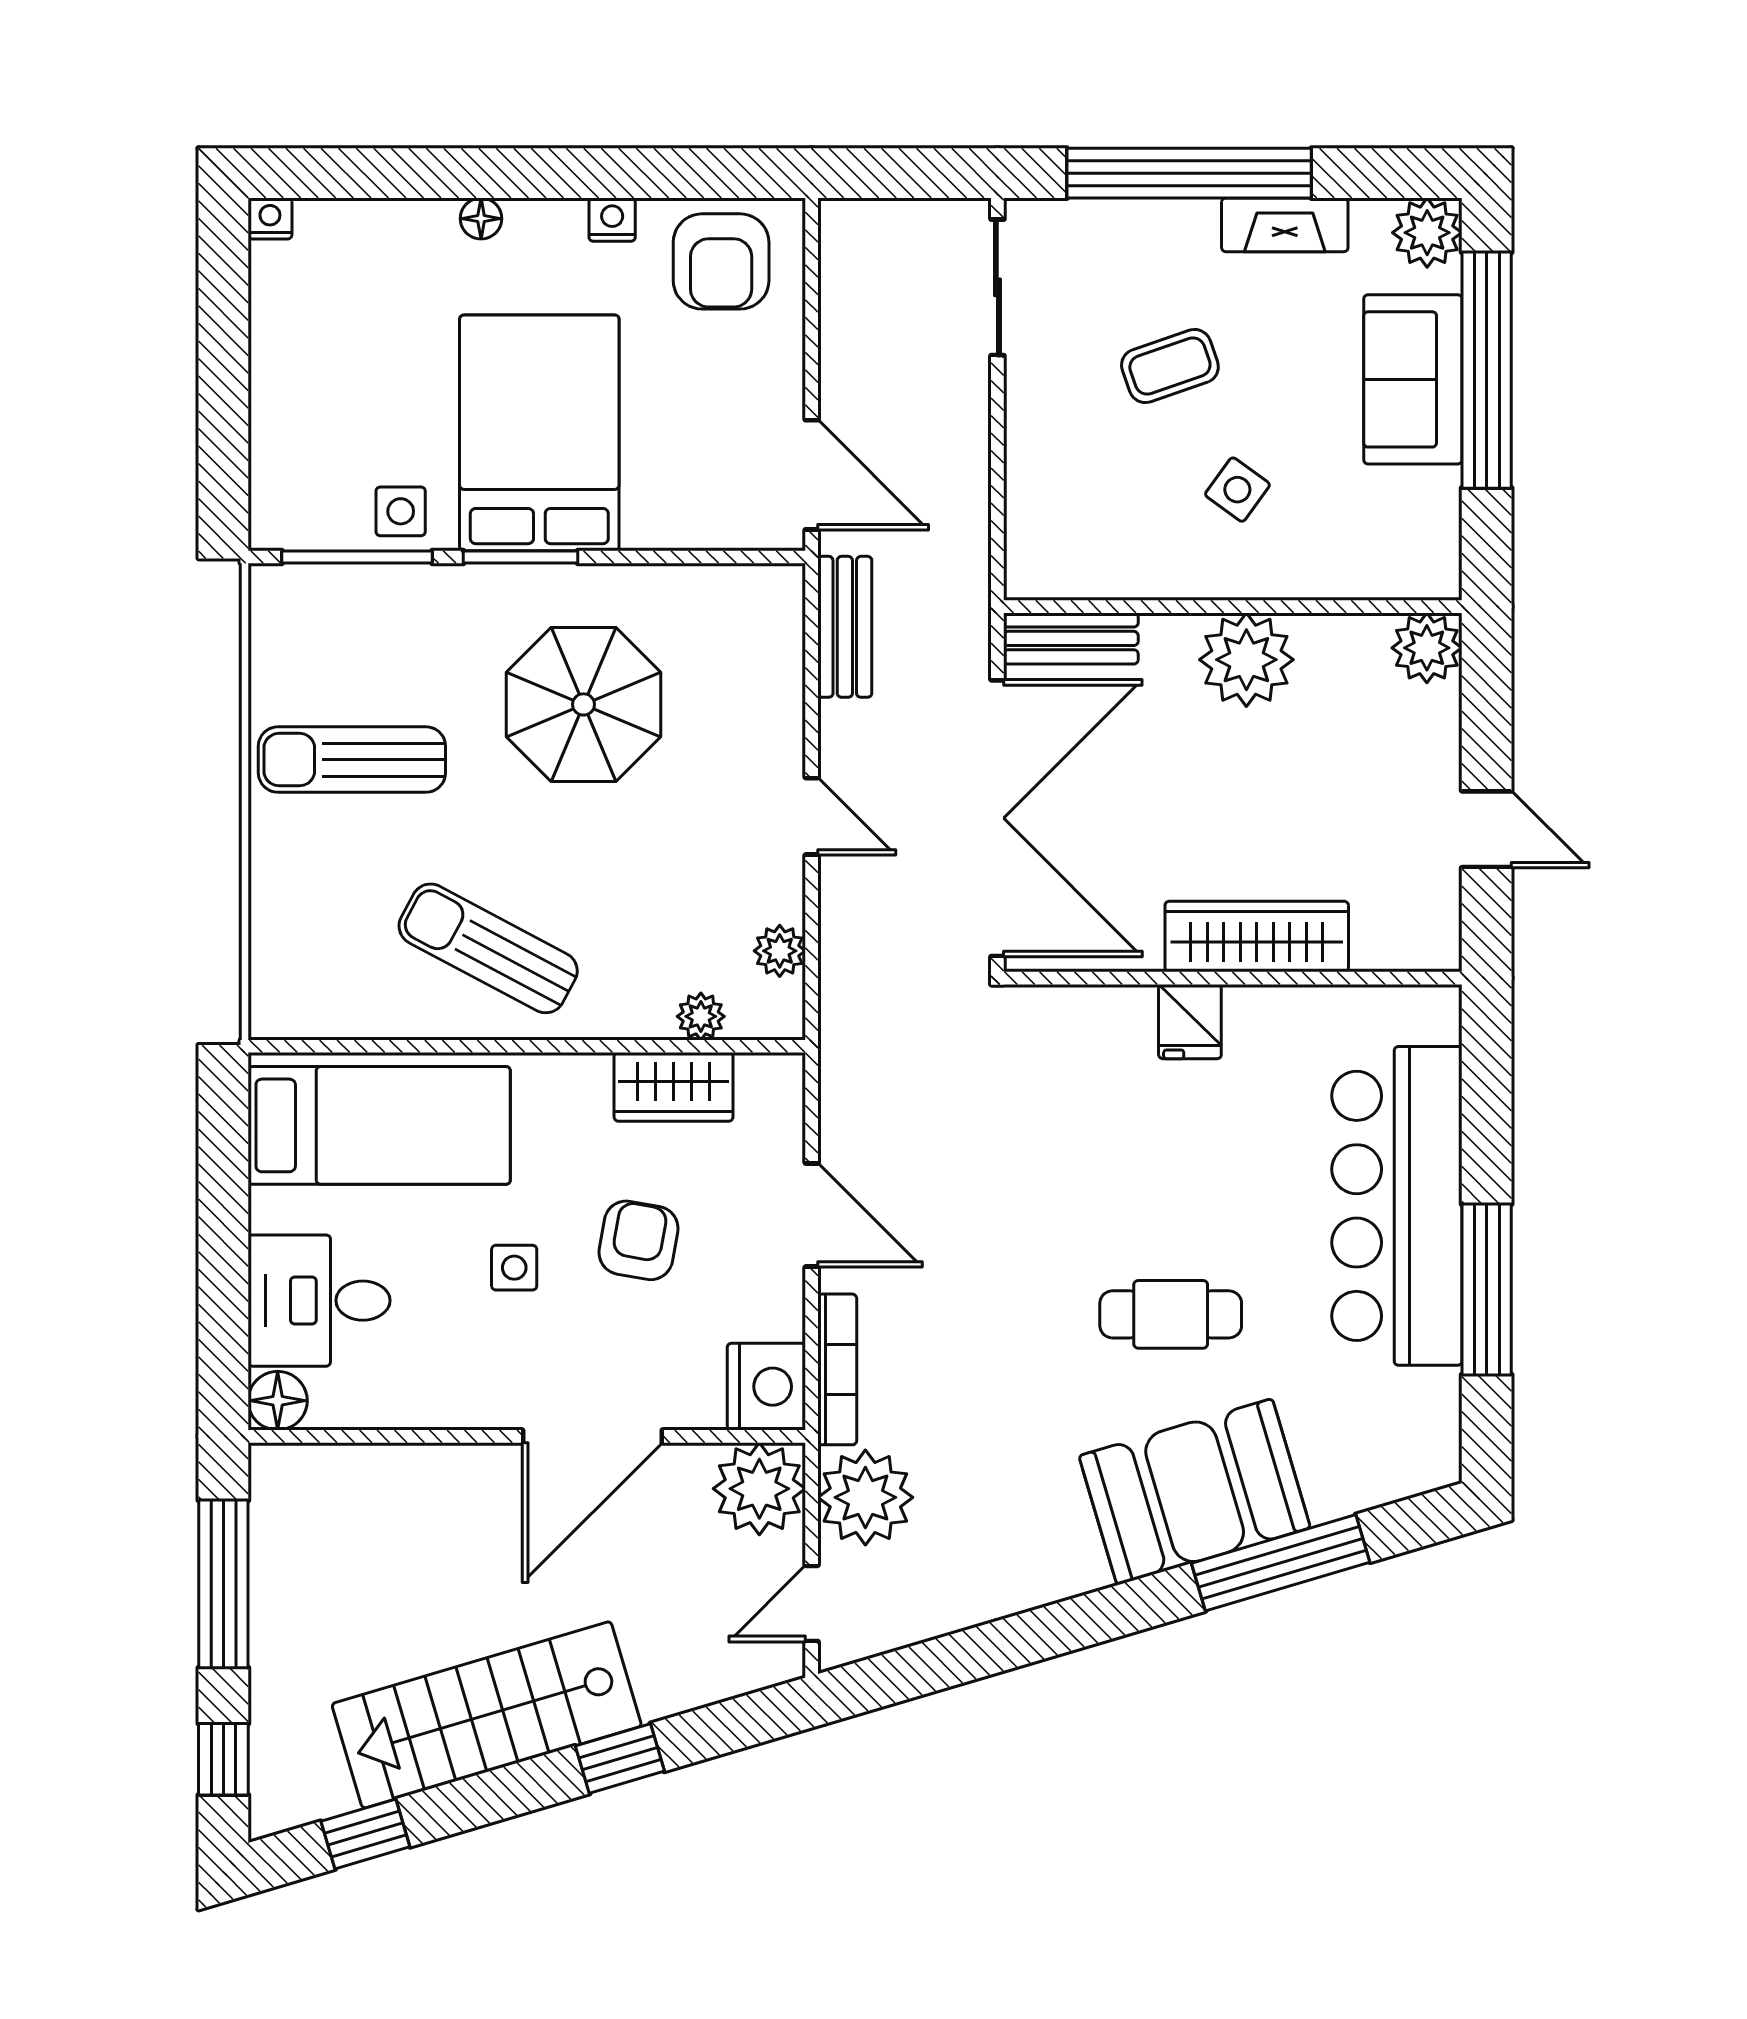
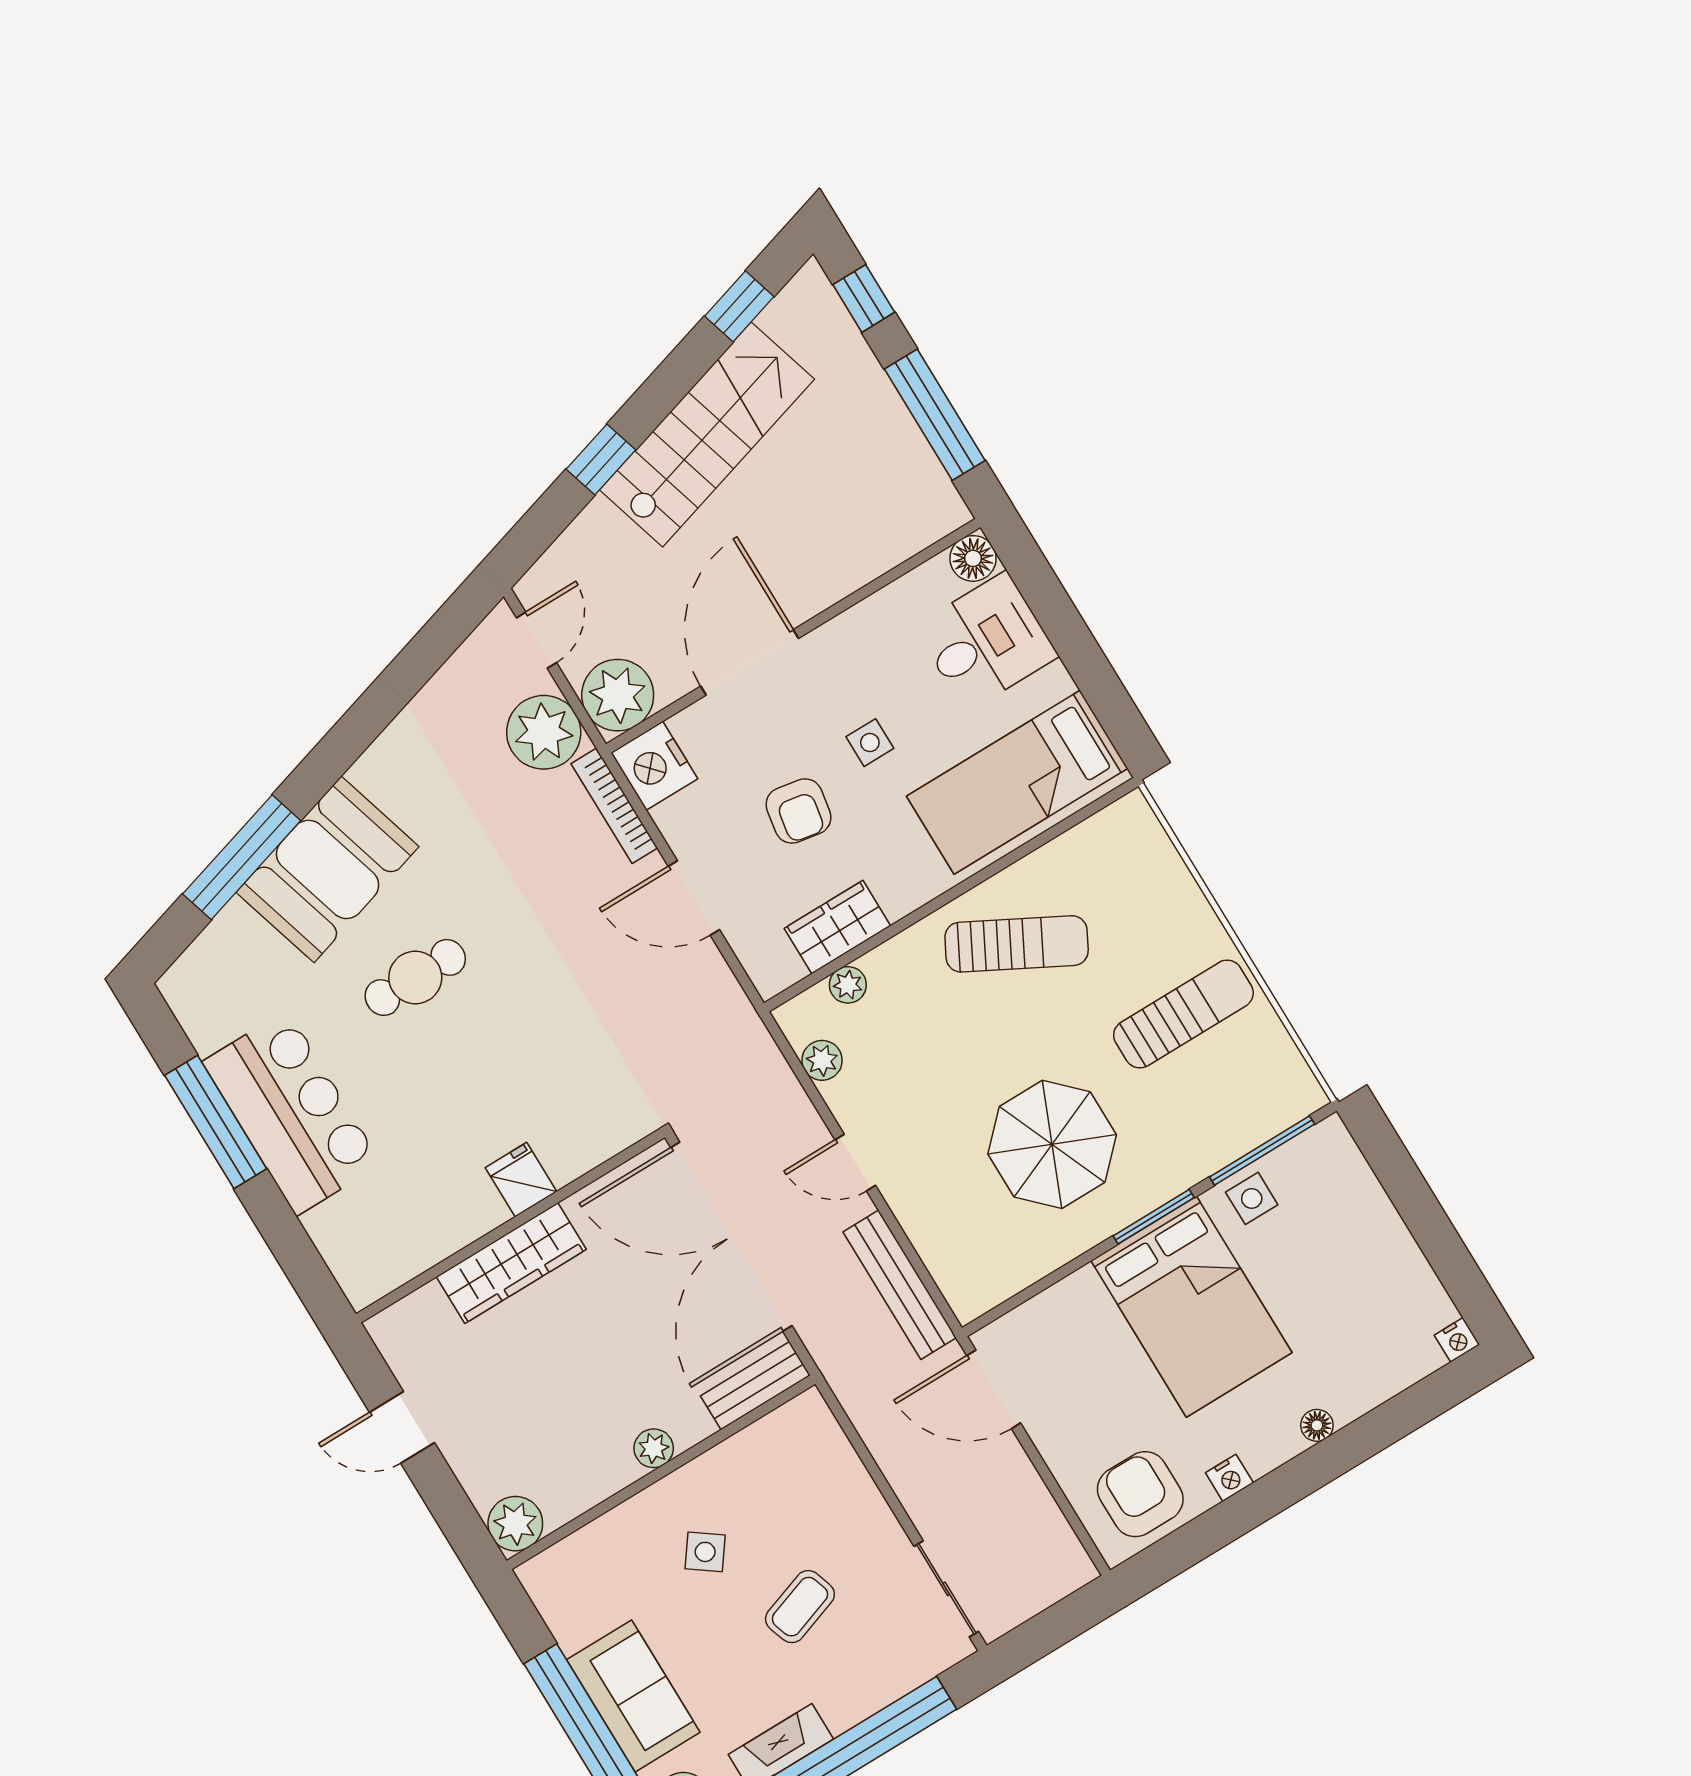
bench: (845, 627) -> (900, 1285), width x1.36
plant: (1246, 660) -> (654, 1448), width x0.53, depth x0.53
bar counter: (1397, 1206) -> (292, 1113), width x0.73

